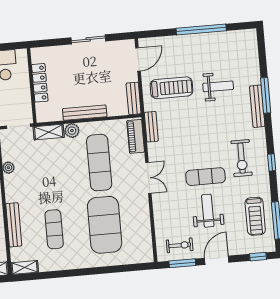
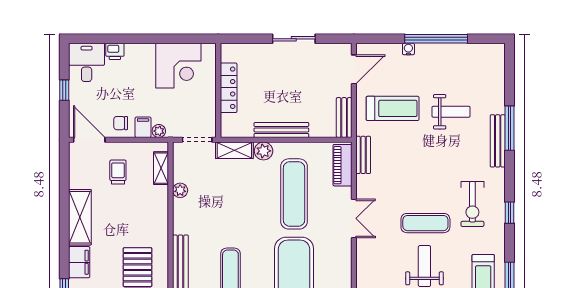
water cooler: (180, 40) -> (408, 49), added

